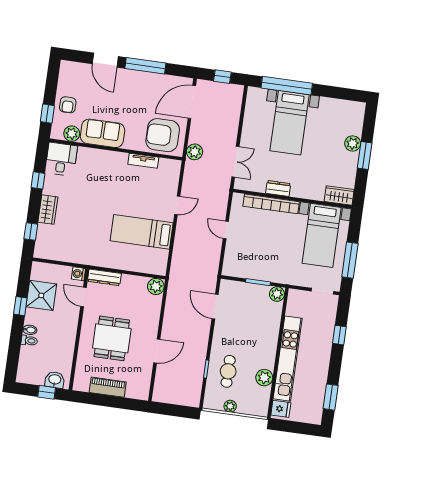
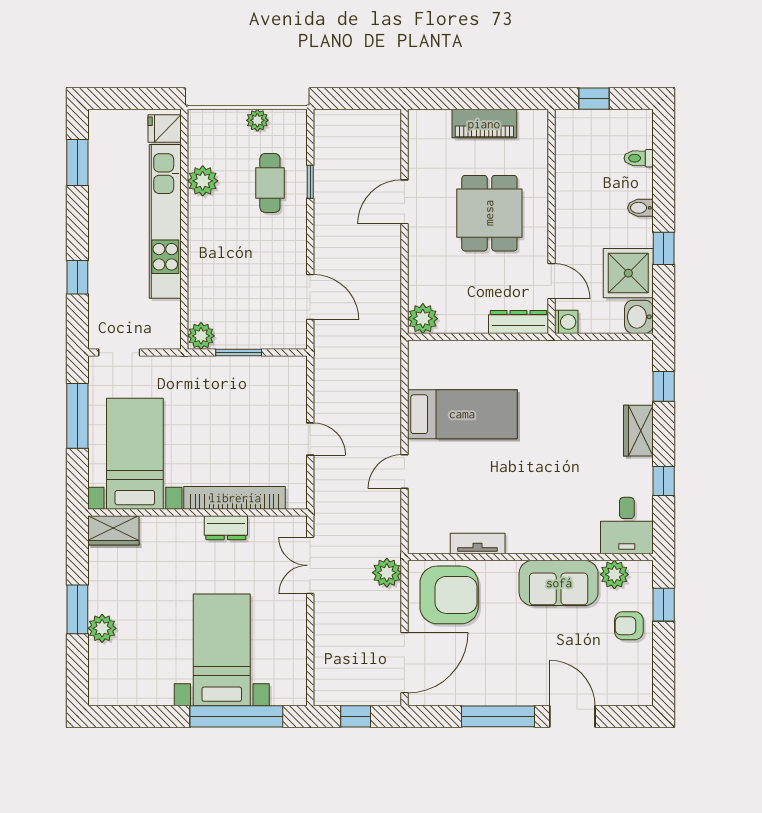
armchair: (68, 105) -> (629, 626), turned -90
toilet: (29, 341) -> (639, 158), moved
washbasin: (55, 380) -> (639, 317), moved, turned 90

